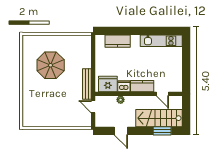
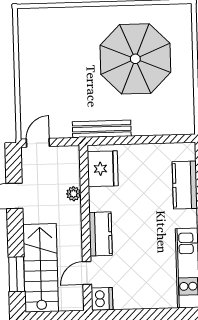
parasol: (51, 65) -> (135, 59), width x1.36, depth x1.36
dishwasher: (124, 86) -> (102, 299), moved
door: (93, 107) -> (38, 143), moved

